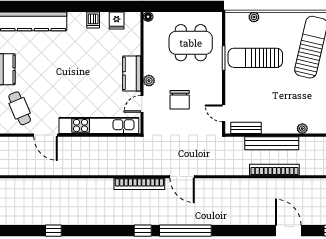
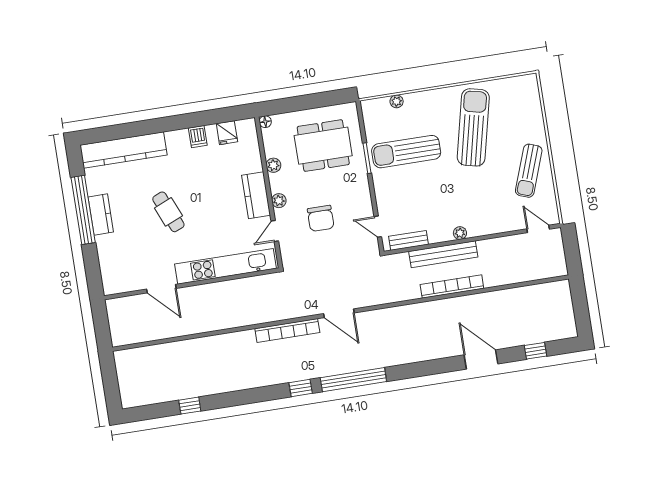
plant: (149, 52) -> (273, 165), added
cafe table: (20, 108) -> (168, 212), moved
plant: (302, 129) -> (460, 233), moved

